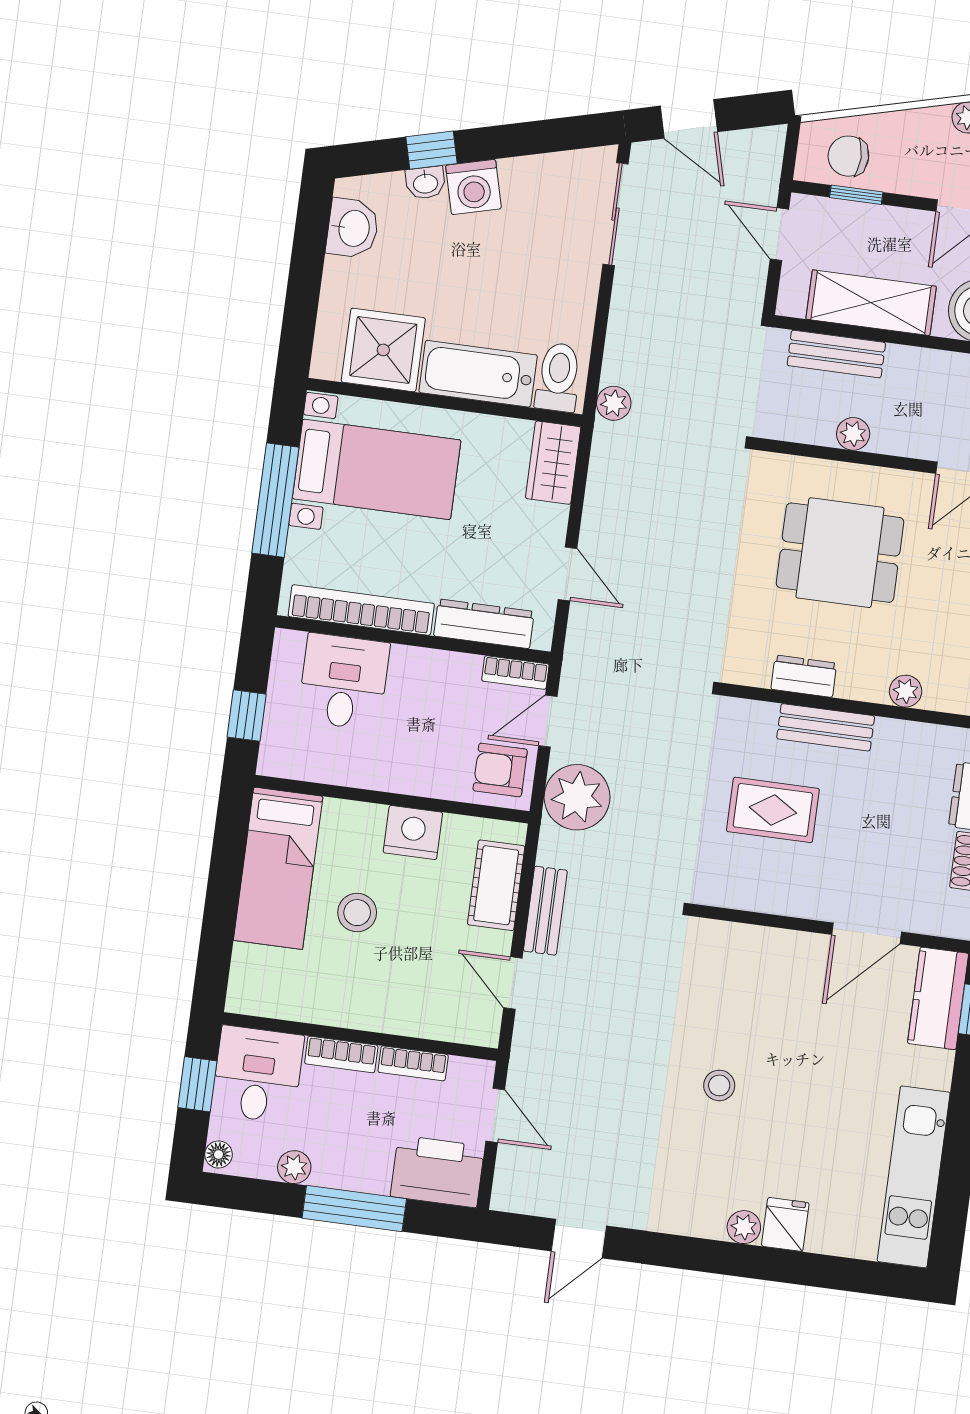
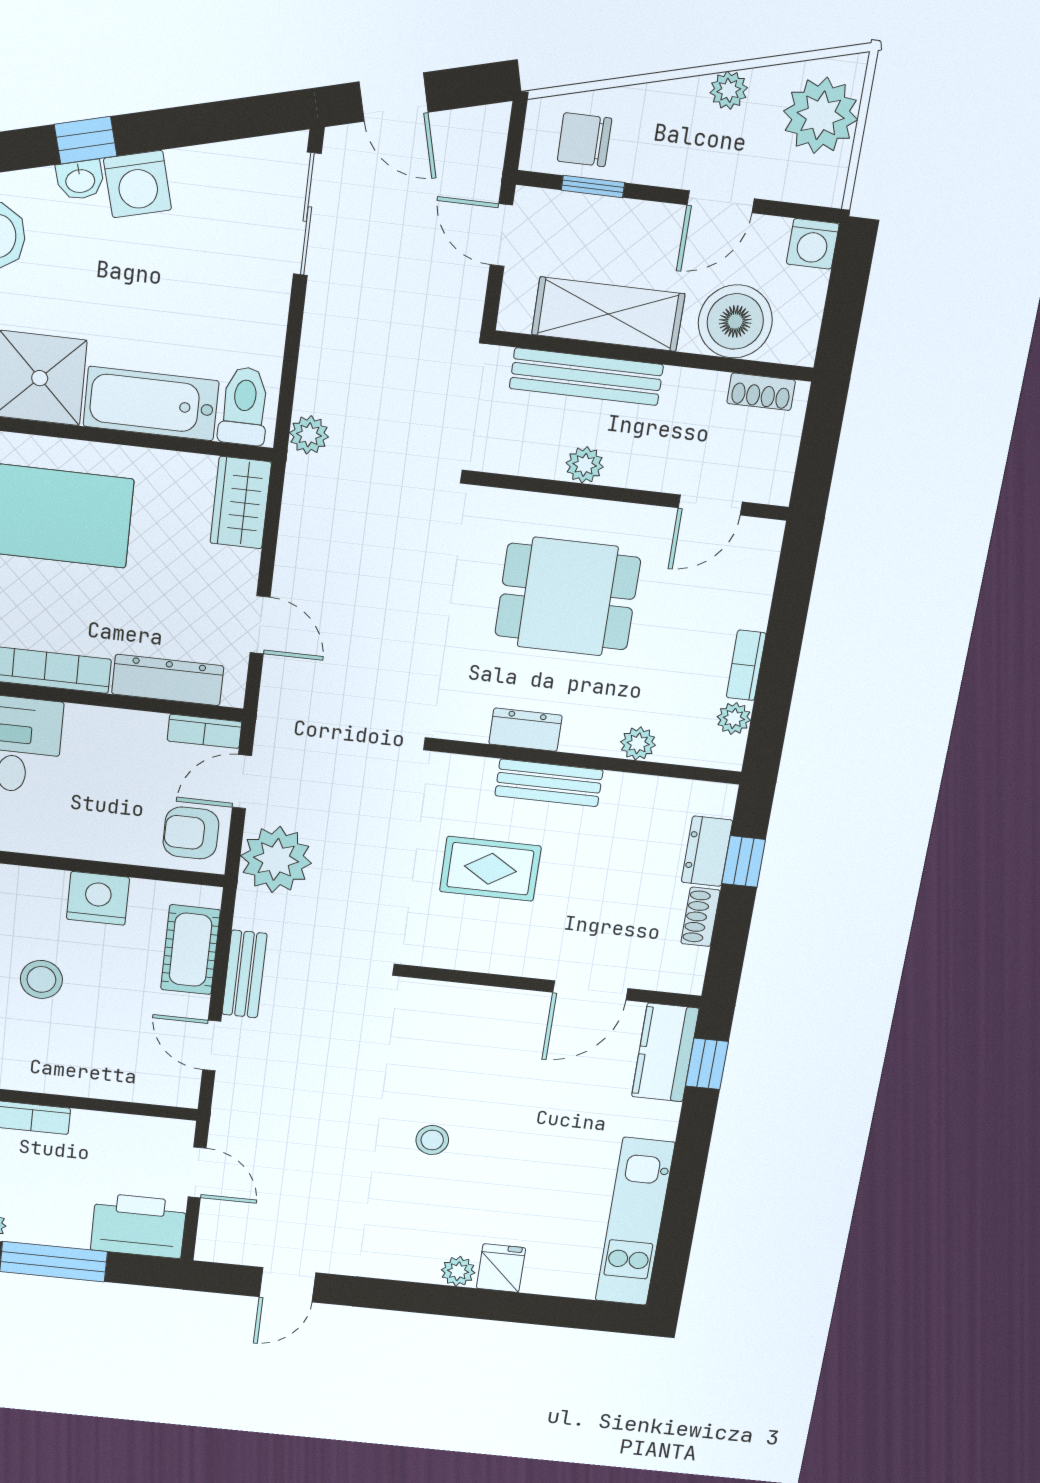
bench: (836, 354) -> (586, 377), width x1.36
bookcase: (413, 1063) -> (108, 1125), removed

